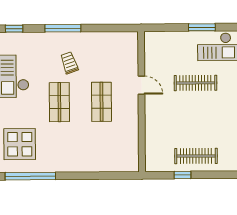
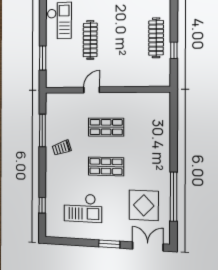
window: (202, 27) -> (43, 58), moved
window: (63, 28) -> (42, 130), moved
trolley: (69, 63) -> (62, 148), moved

